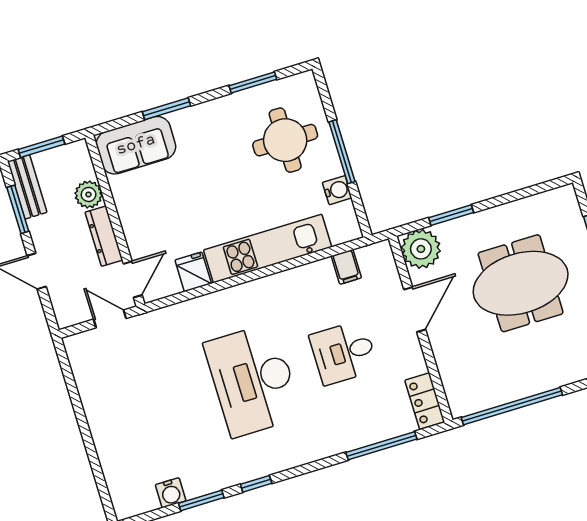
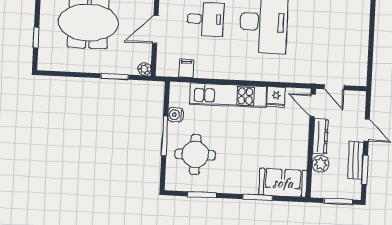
bench: (27, 187) -> (356, 160), moved
plant: (421, 249) -> (144, 69), width x0.53, depth x0.53
door: (133, 279) -> (313, 105), hinge flipped

